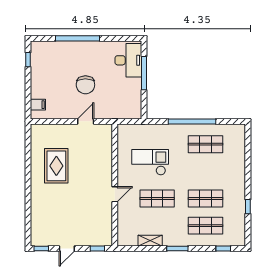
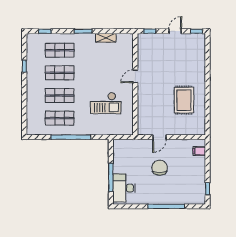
shop shelf: (157, 199) -> (60, 95), moved

